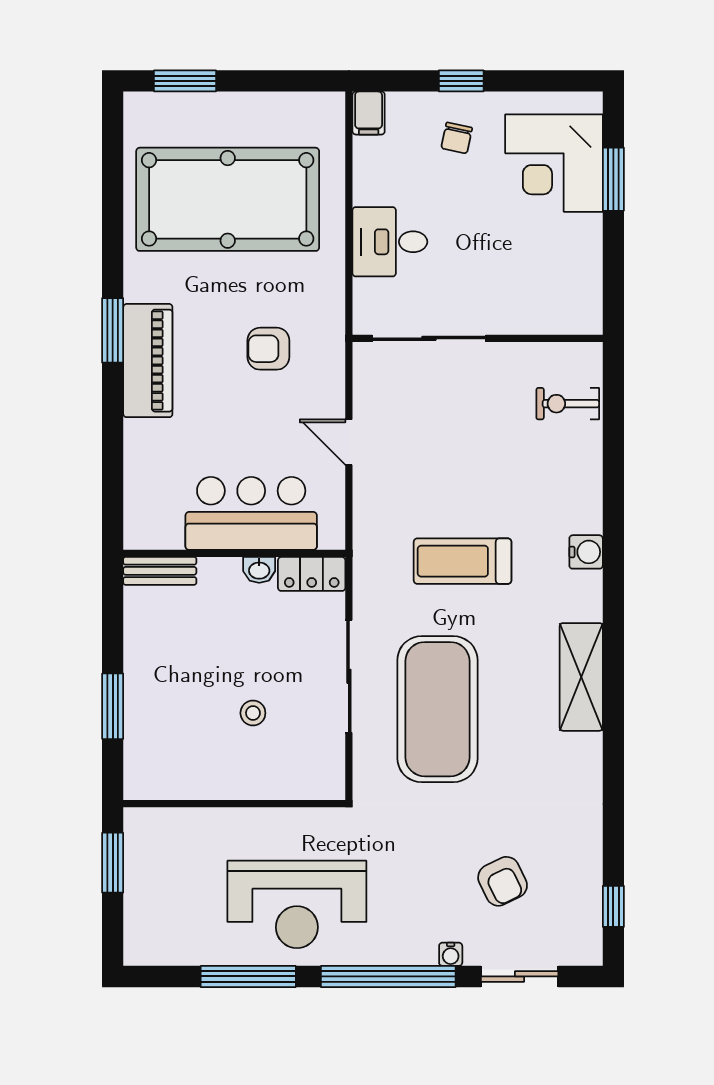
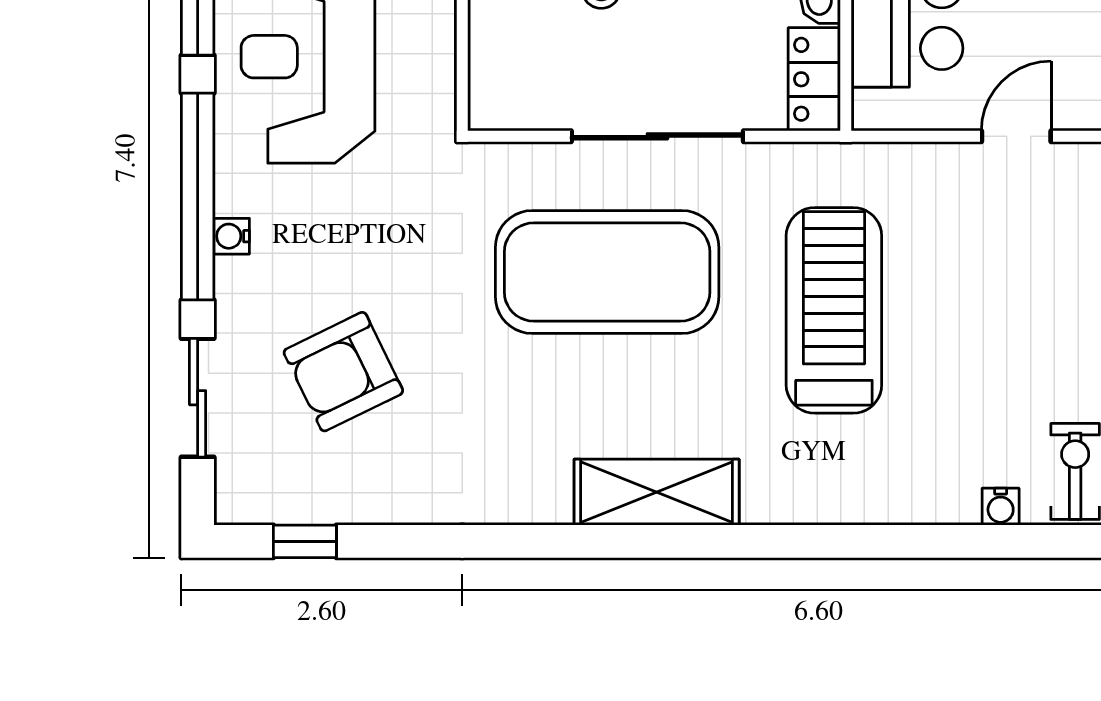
water cooler: (586, 552) -> (1001, 507), moved, width x0.72, depth x0.72
treadmill: (463, 561) -> (834, 310), width x1.37, depth x1.38
armchair: (503, 881) -> (343, 372), width x1.38, depth x1.38
water cooler: (451, 954) -> (232, 236), moved

